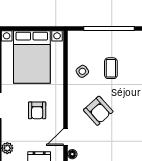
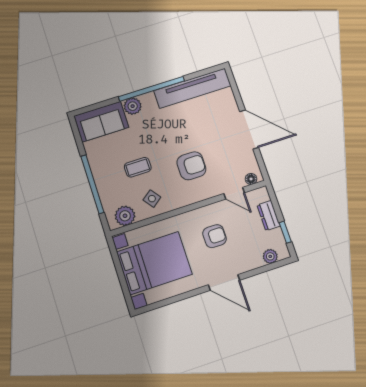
plant: (76, 46) -> (125, 216), added
armchair: (98, 111) -> (191, 166), turned 42

